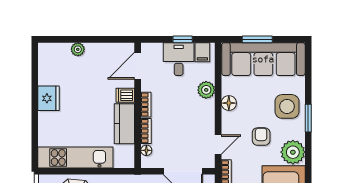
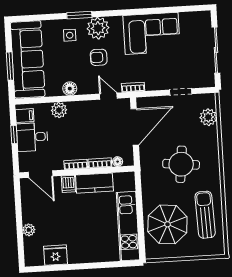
fridge: (49, 98) -> (55, 255), moved
side table: (287, 106) -> (70, 35), width x0.54, depth x0.54
plant: (293, 152) -> (98, 28), moved

